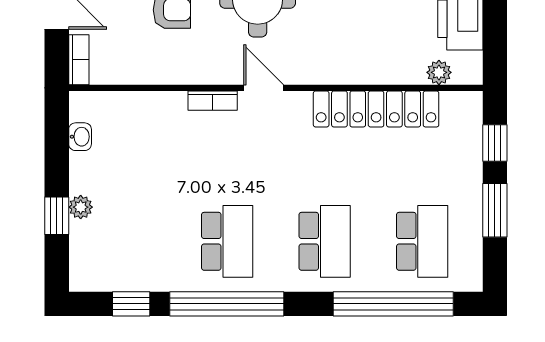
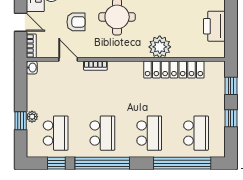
plant: (439, 72) -> (160, 47), moved, width x1.88, depth x1.88
door: (264, 88) -> (68, 59), moved
washbasin: (80, 137) -> (32, 68), moved
window: (495, 210) -> (231, 118), width x0.67
school desk: (130, 241) -> (56, 133), added

